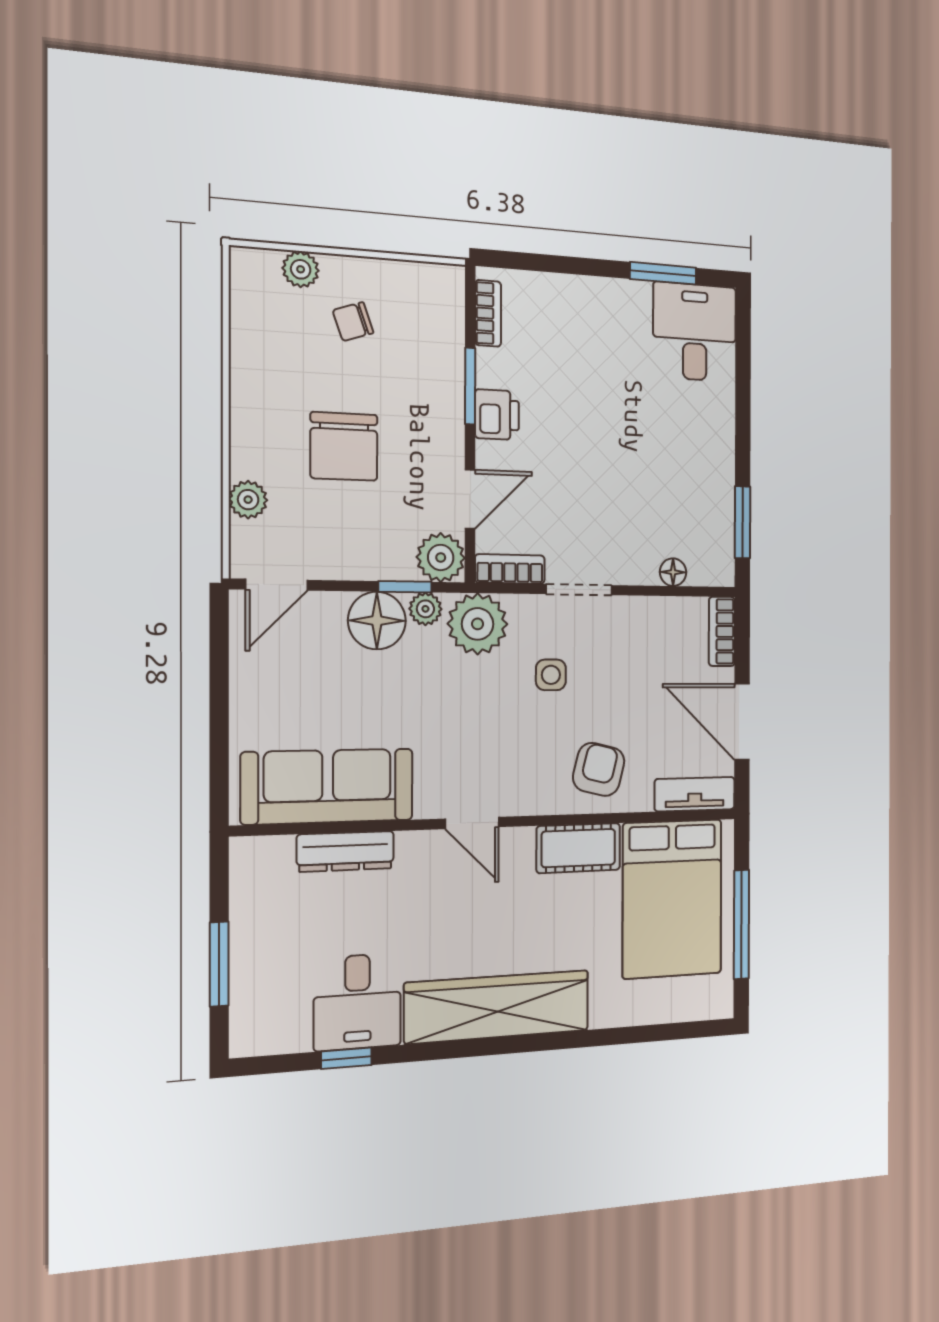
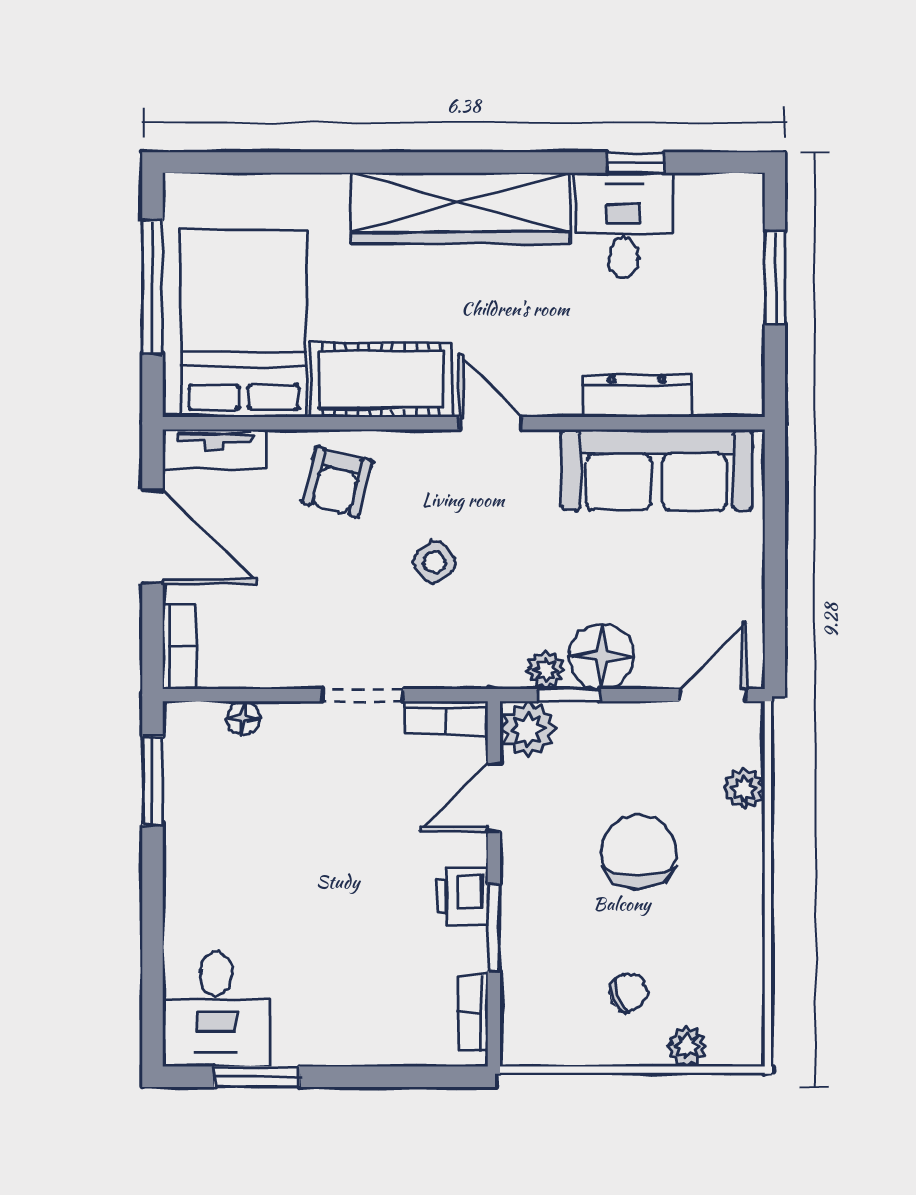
plant: (478, 624) -> (485, 653), removed
side table: (551, 675) -> (435, 562), moved, turned -37
cot: (578, 848) -> (381, 380), width x1.37, depth x1.34

